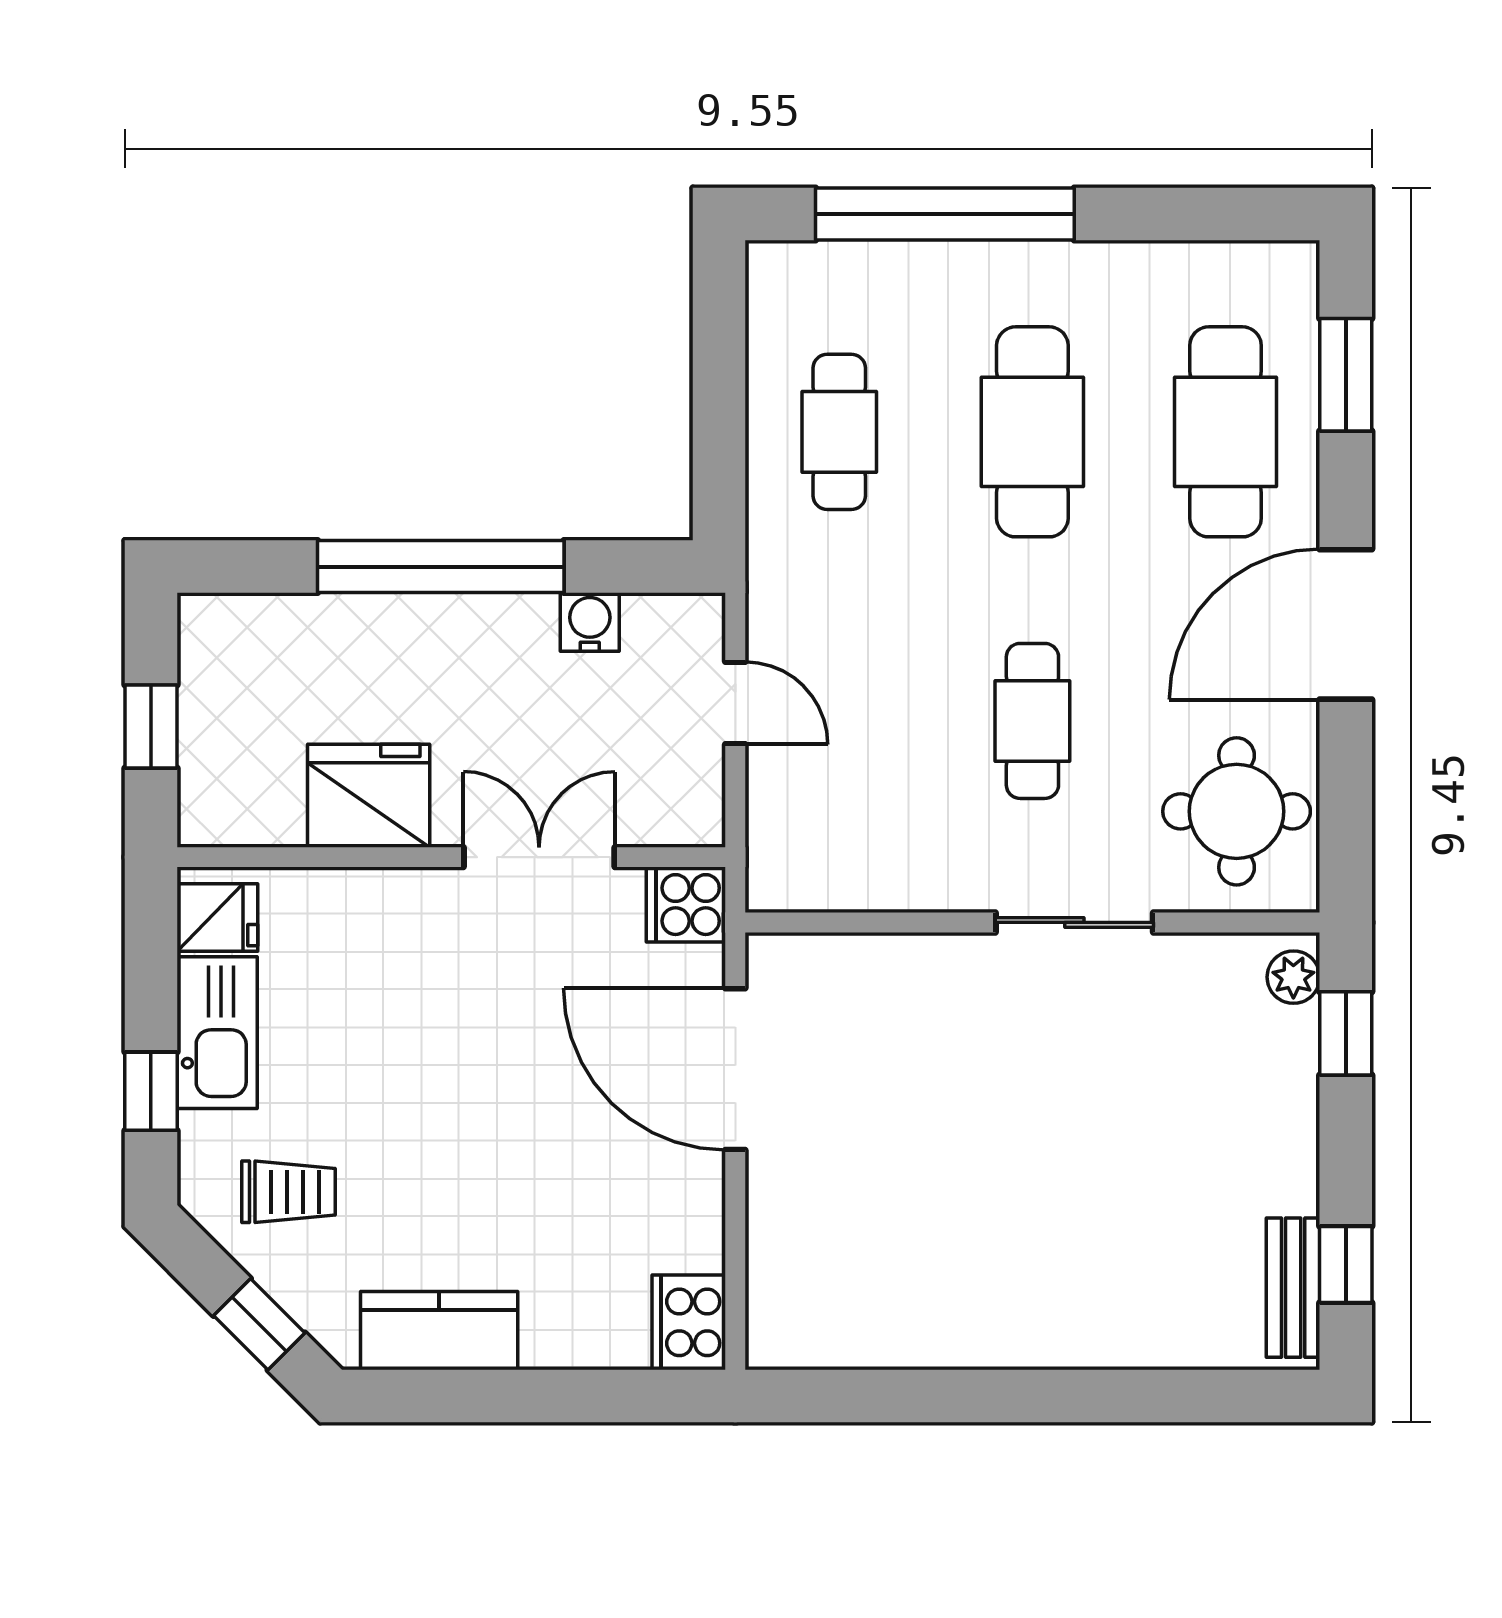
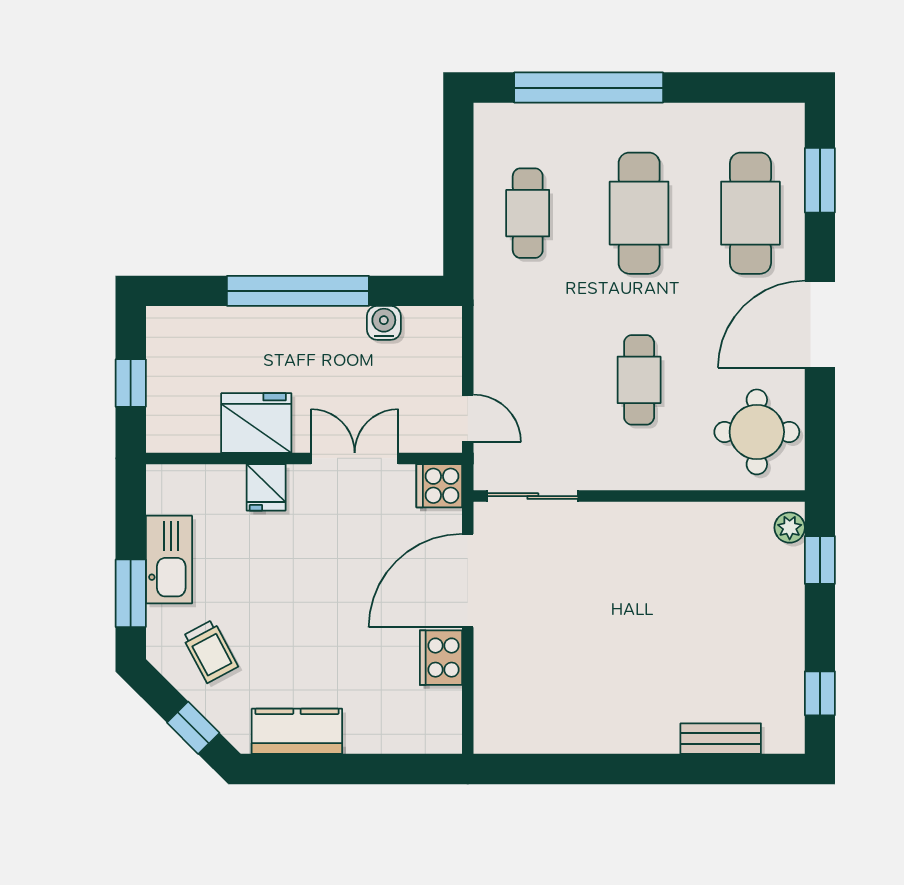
door: (735, 703) -> (468, 418), moved
fridge: (217, 918) -> (266, 487), moved, turned 90
sliding door: (1074, 922) -> (533, 496), moved
door: (735, 1069) -> (468, 581), hinge flipped
window: (151, 1091) -> (131, 593), width x1.50
trolley: (289, 1192) -> (210, 651), turned 62
bench: (1293, 1288) -> (721, 739), moved, turned 90
cooker: (689, 1322) -> (441, 658), moved

